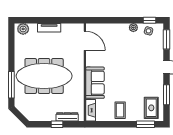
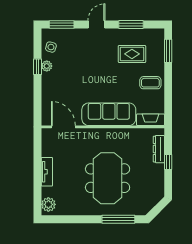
window: (150, 20) -> (38, 67), moved
door: (85, 41) -> (63, 127), hinge flipped
meeting table: (44, 76) -> (108, 178), width x0.73
sofa: (95, 83) -> (109, 114), width x1.36
rug: (151, 108) -> (132, 54), moved

